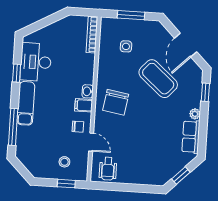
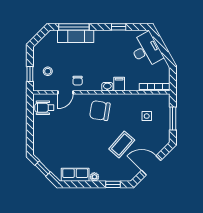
desk: (36, 62) -> (146, 50), moved, turned 61
coffee table: (158, 79) -> (122, 144), width x0.73, depth x0.76
exam couch: (26, 103) -> (76, 36), moved
filing cabinet: (84, 105) -> (119, 84), moved

